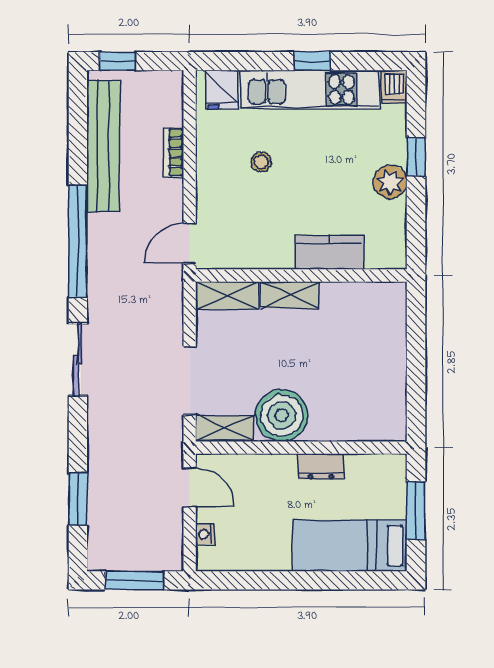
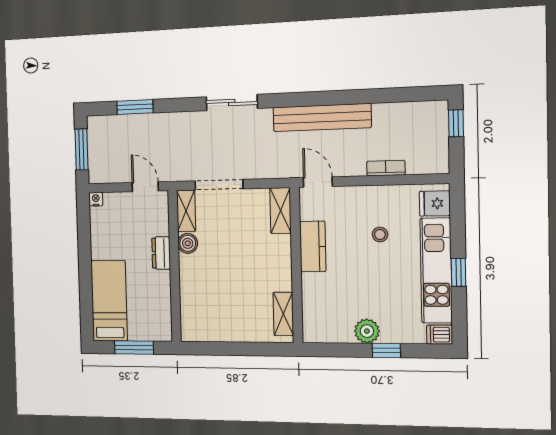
bench: (103, 146) -> (322, 117), moved
window: (78, 242) -> (317, 99), removed
kitchen counter: (329, 252) -> (313, 246), moved
shelving: (290, 295) -> (283, 314), moved
boiler: (282, 415) -> (188, 243), width x0.54, depth x0.54
dresser: (321, 467) -> (161, 253), moved
door: (190, 487) -> (145, 187), swing flipped
nightstand: (205, 534) -> (96, 199), moved

